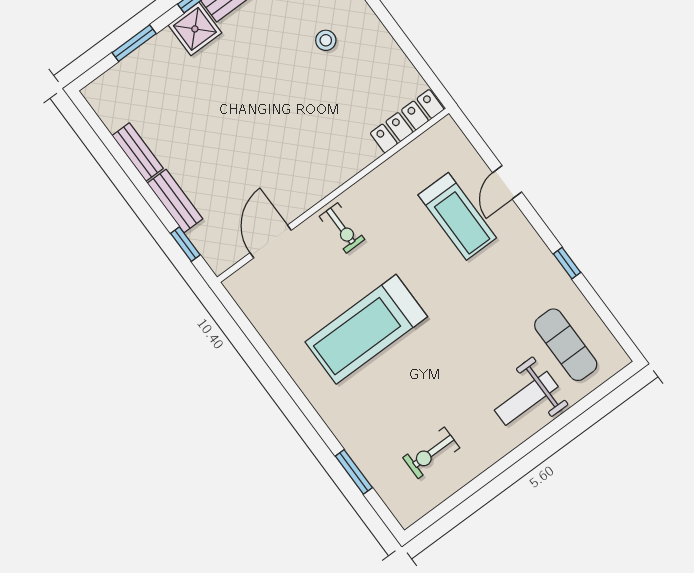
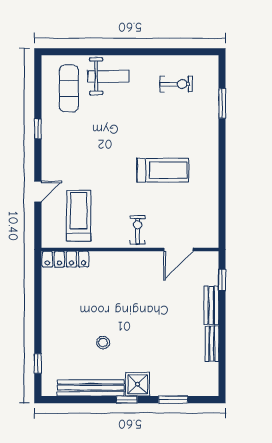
stool: (326, 40) -> (103, 343), moved
treadmill: (457, 216) -> (79, 216), moved
treadmill: (366, 329) -> (163, 170), width x0.73, depth x0.73

